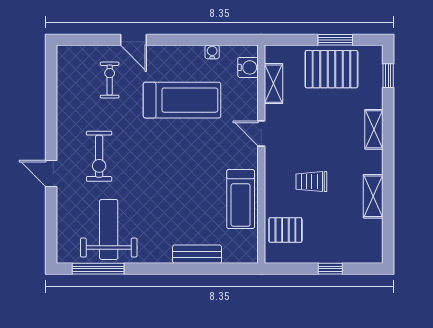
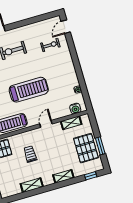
door: (133, 40) -> (66, 27), moved
treadmill: (182, 100) -> (29, 90), moved, turned -90

